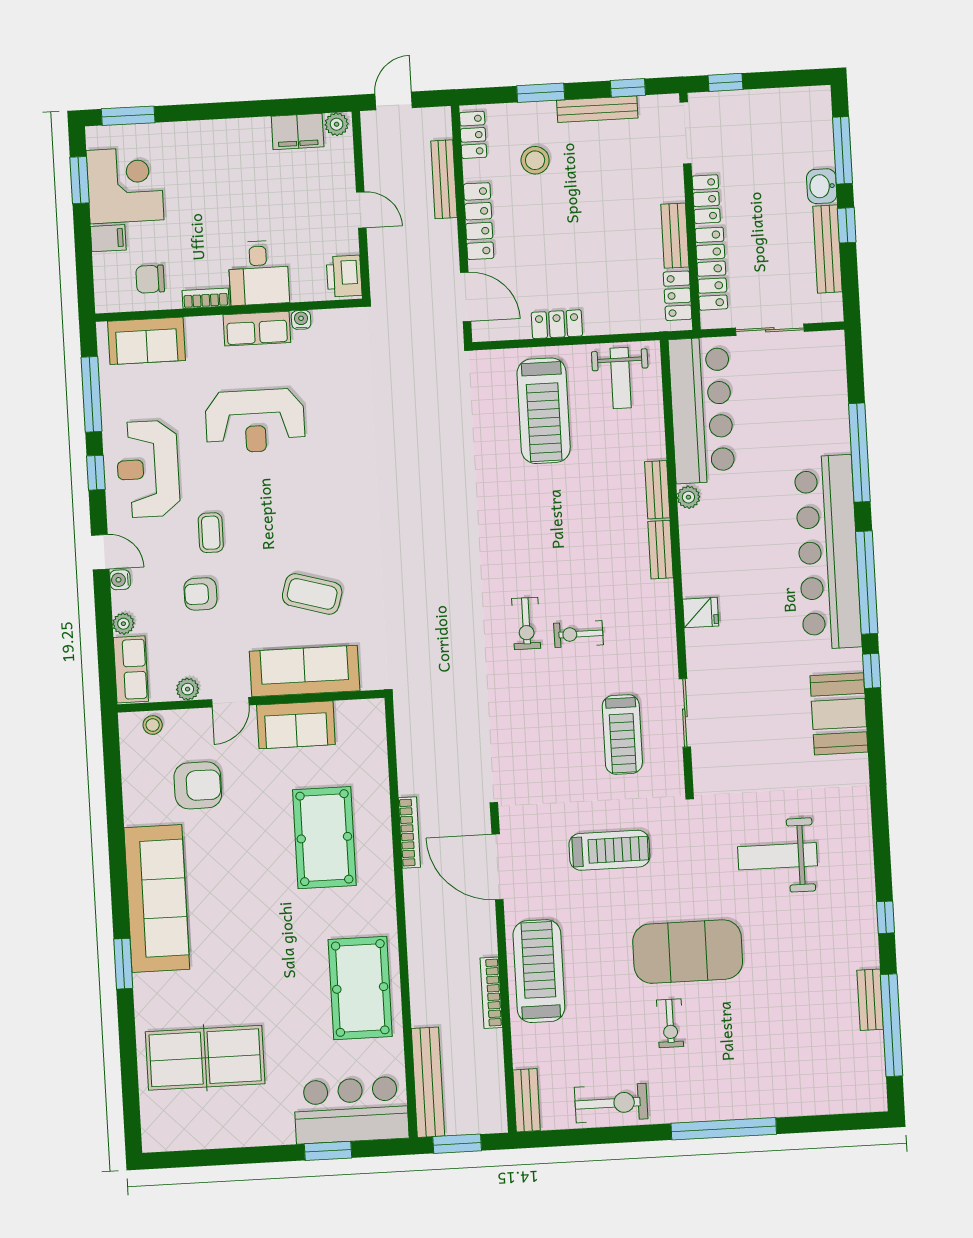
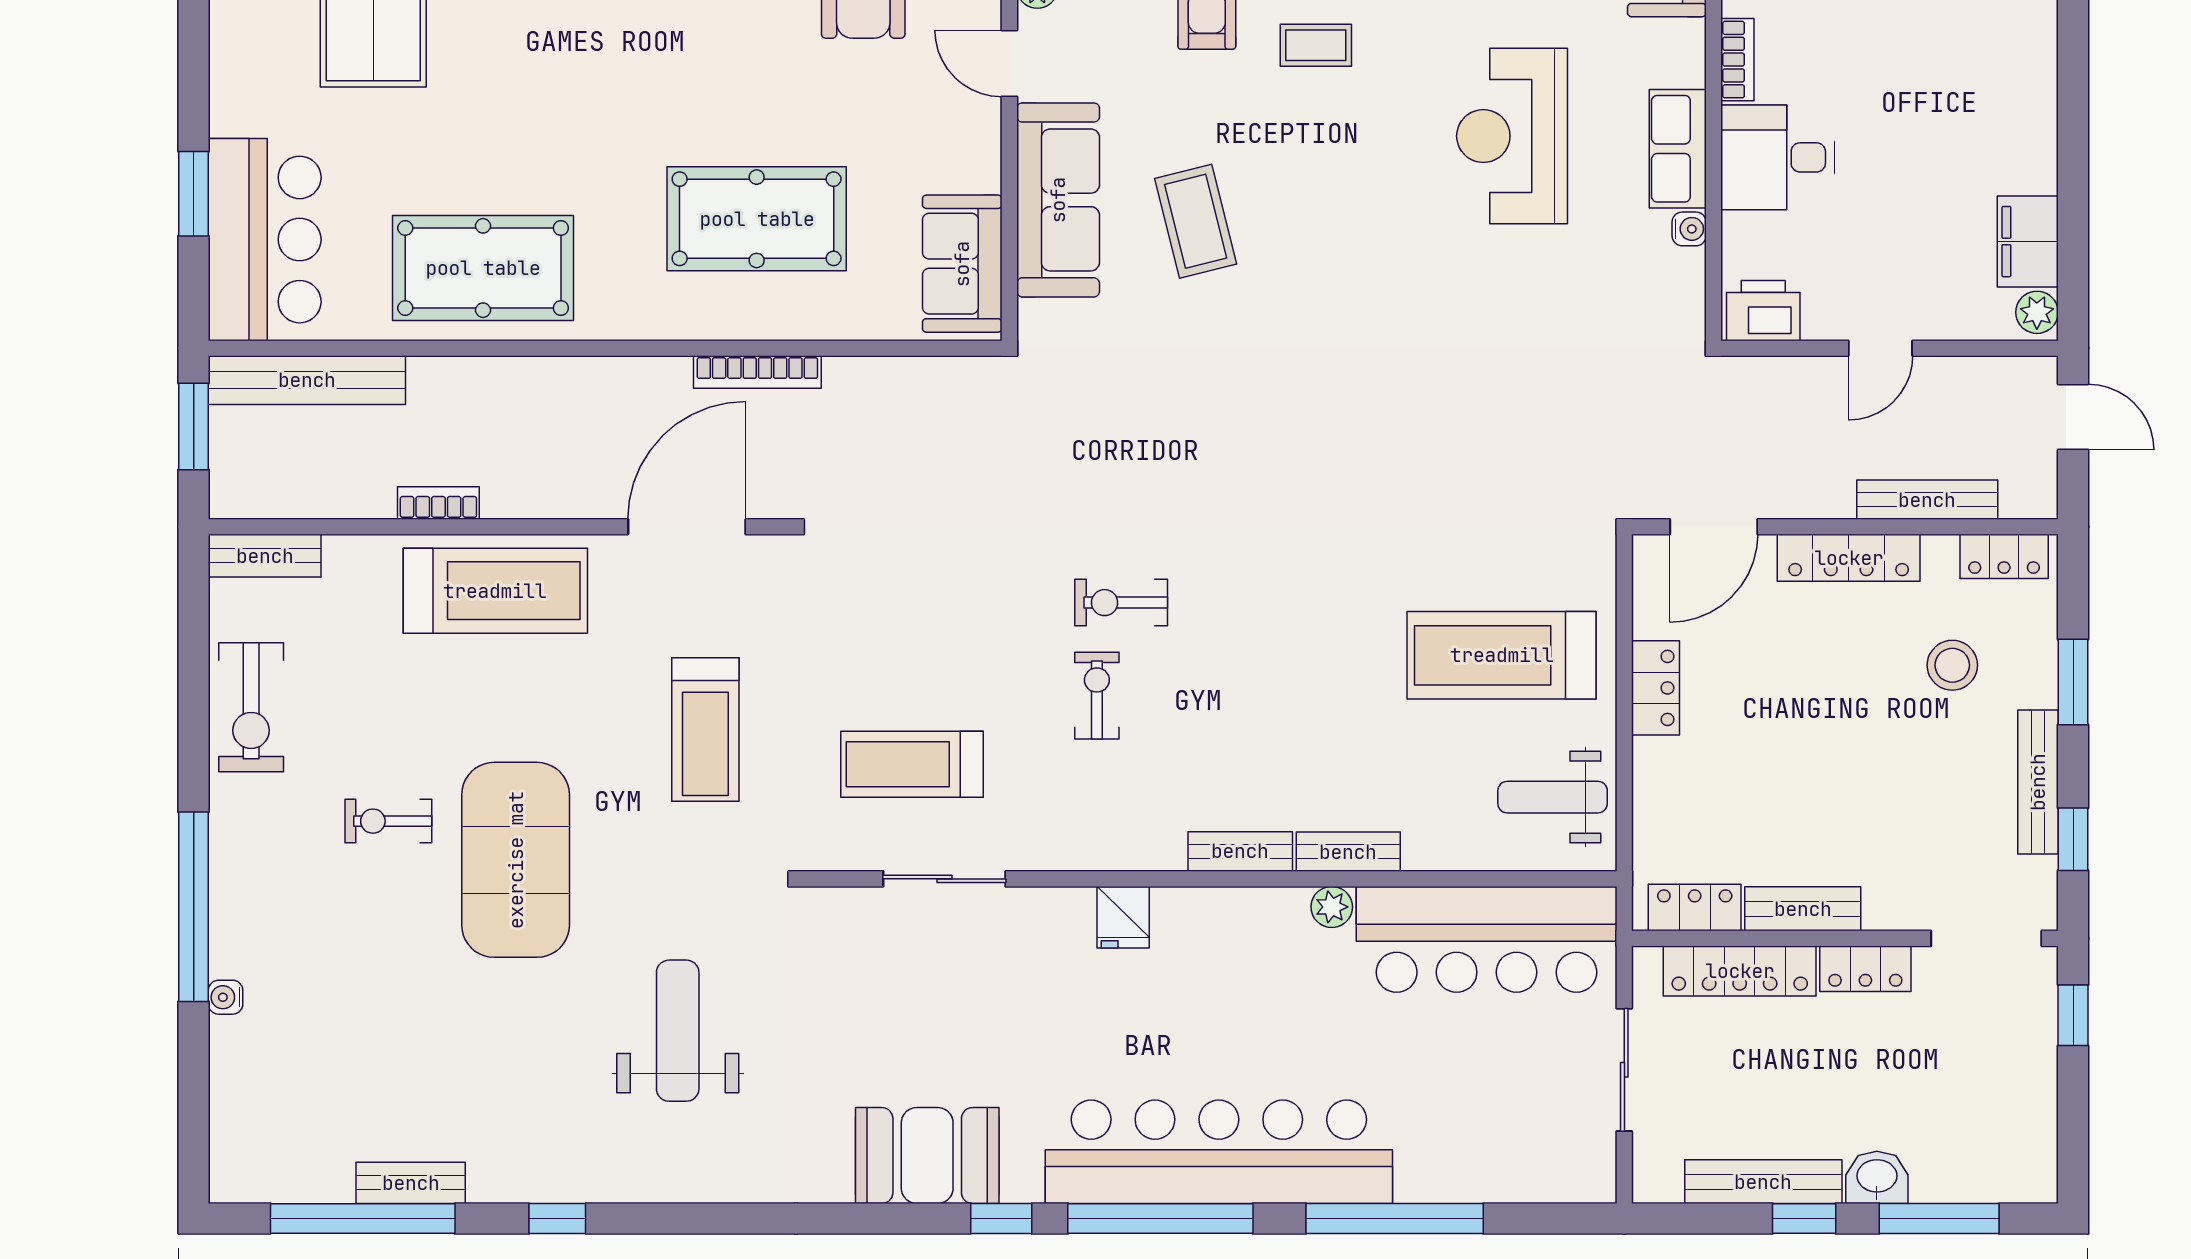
coffee table: (312, 594) -> (1196, 221), turned -30
sofa: (296, 725) -> (962, 264), moved
bookcase: (491, 993) -> (438, 503), width x0.64
water cooler: (773, 1108) -> (226, 997), added

